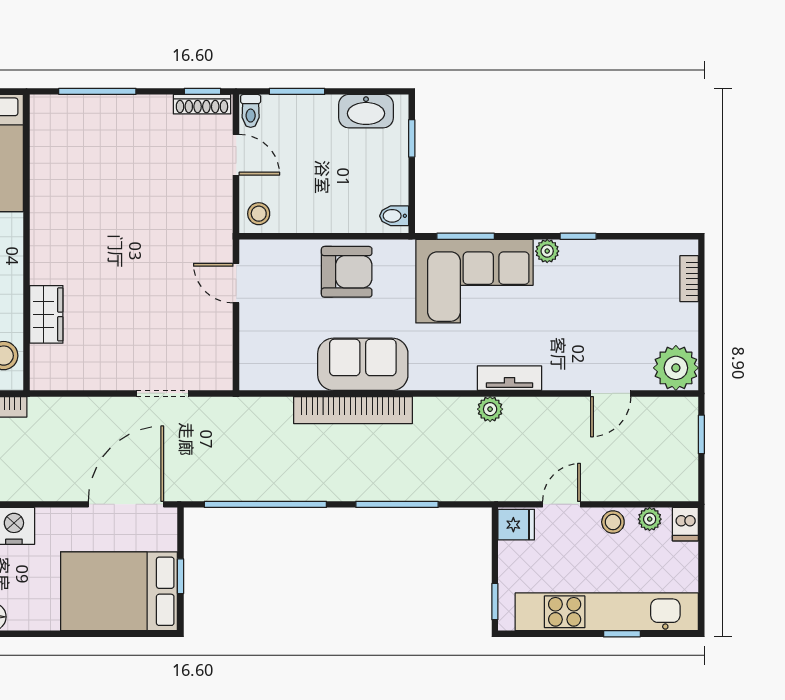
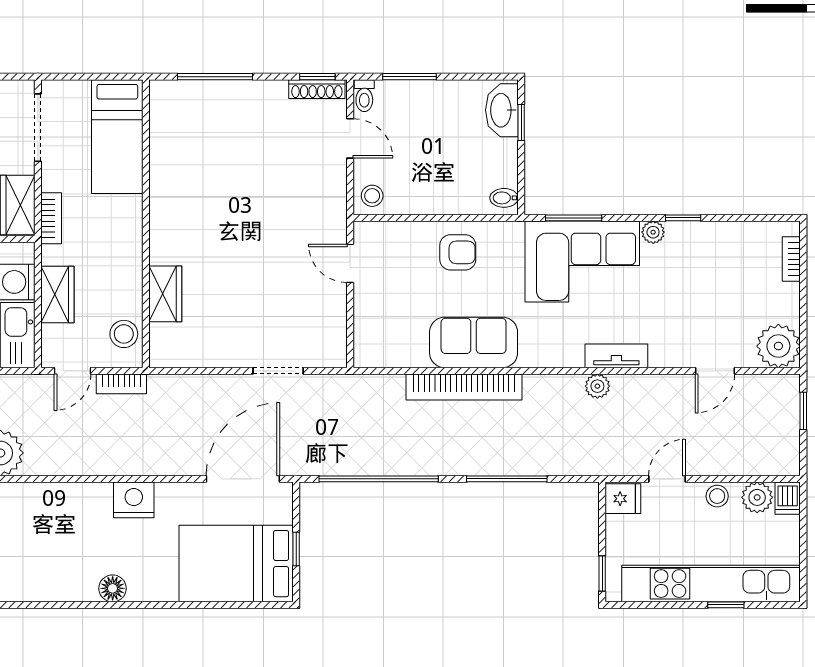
washbasin: (366, 111) -> (502, 110), moved, turned 90
armchair: (347, 272) -> (458, 252), width x0.72, depth x0.72
plant: (650, 519) -> (757, 497), width x1.38, depth x1.38

